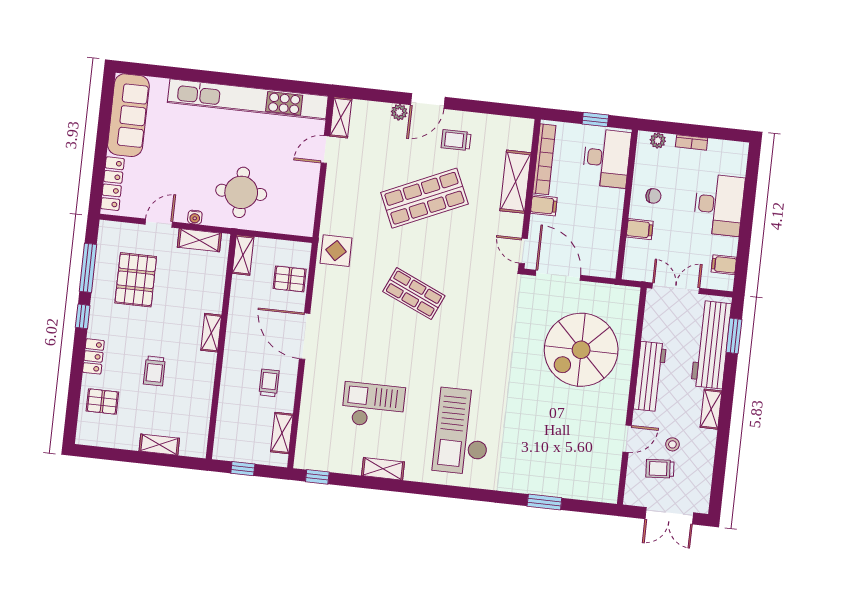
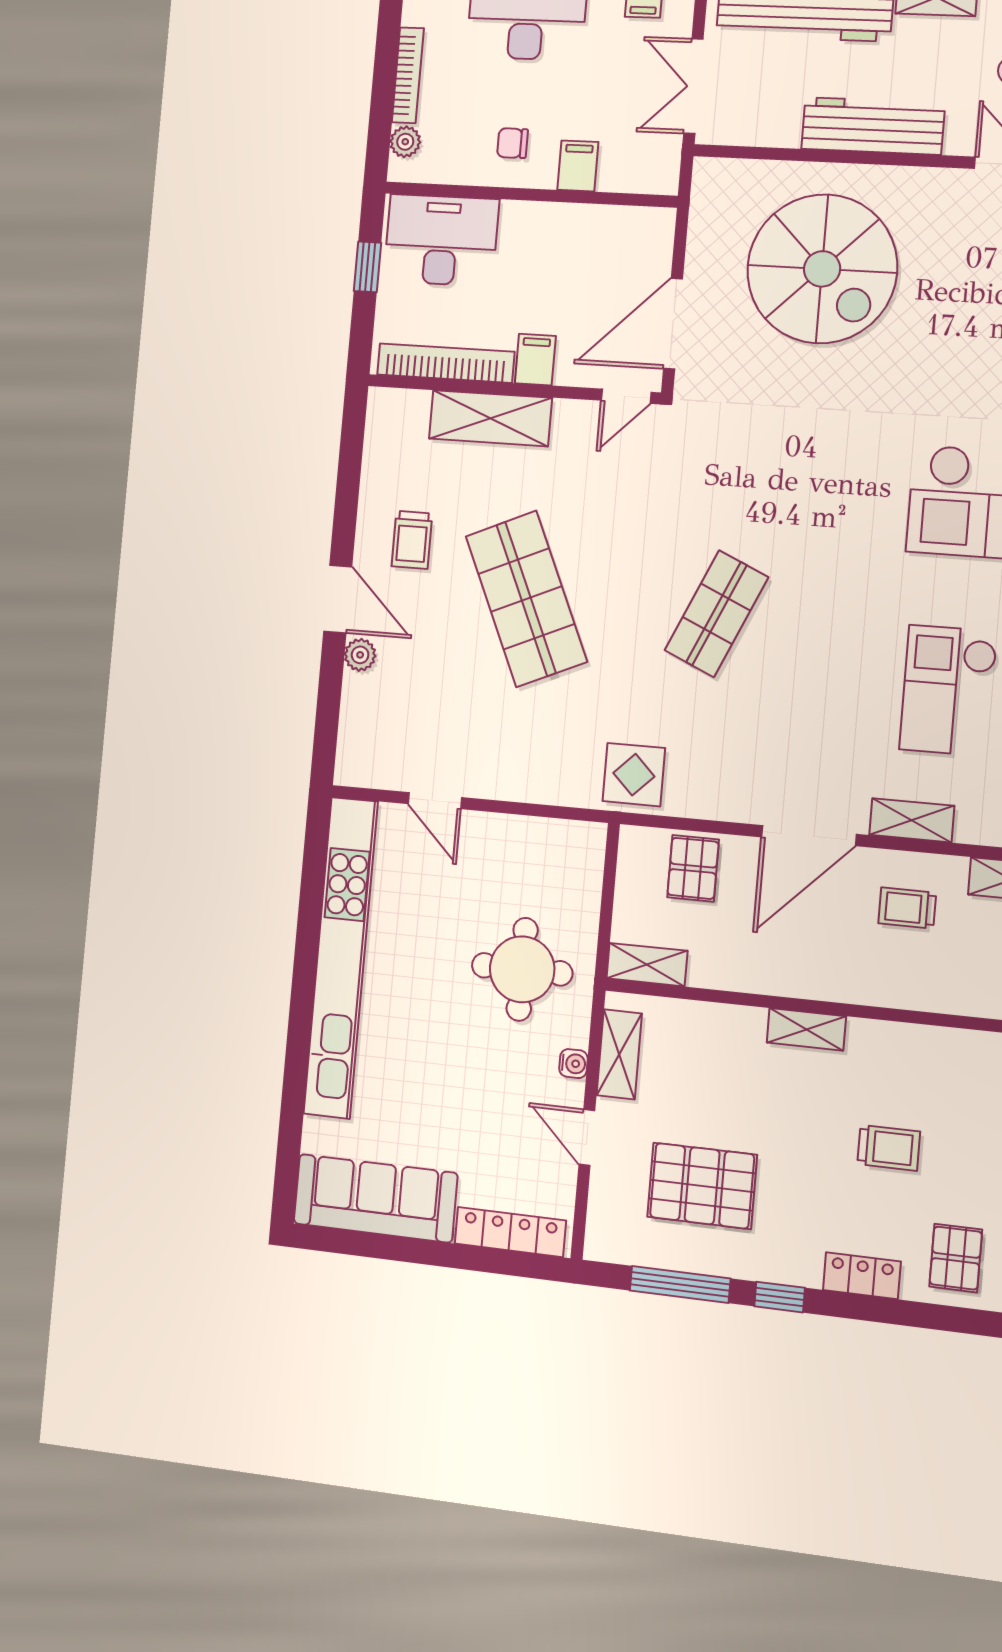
shelving: (341, 117) -> (912, 820), moved
bookcase: (692, 142) -> (408, 75), width x1.56
chair: (653, 196) -> (512, 143), turned -90

